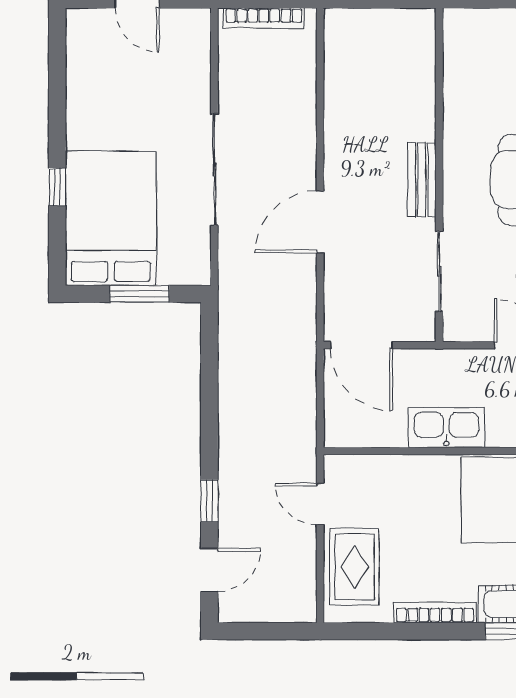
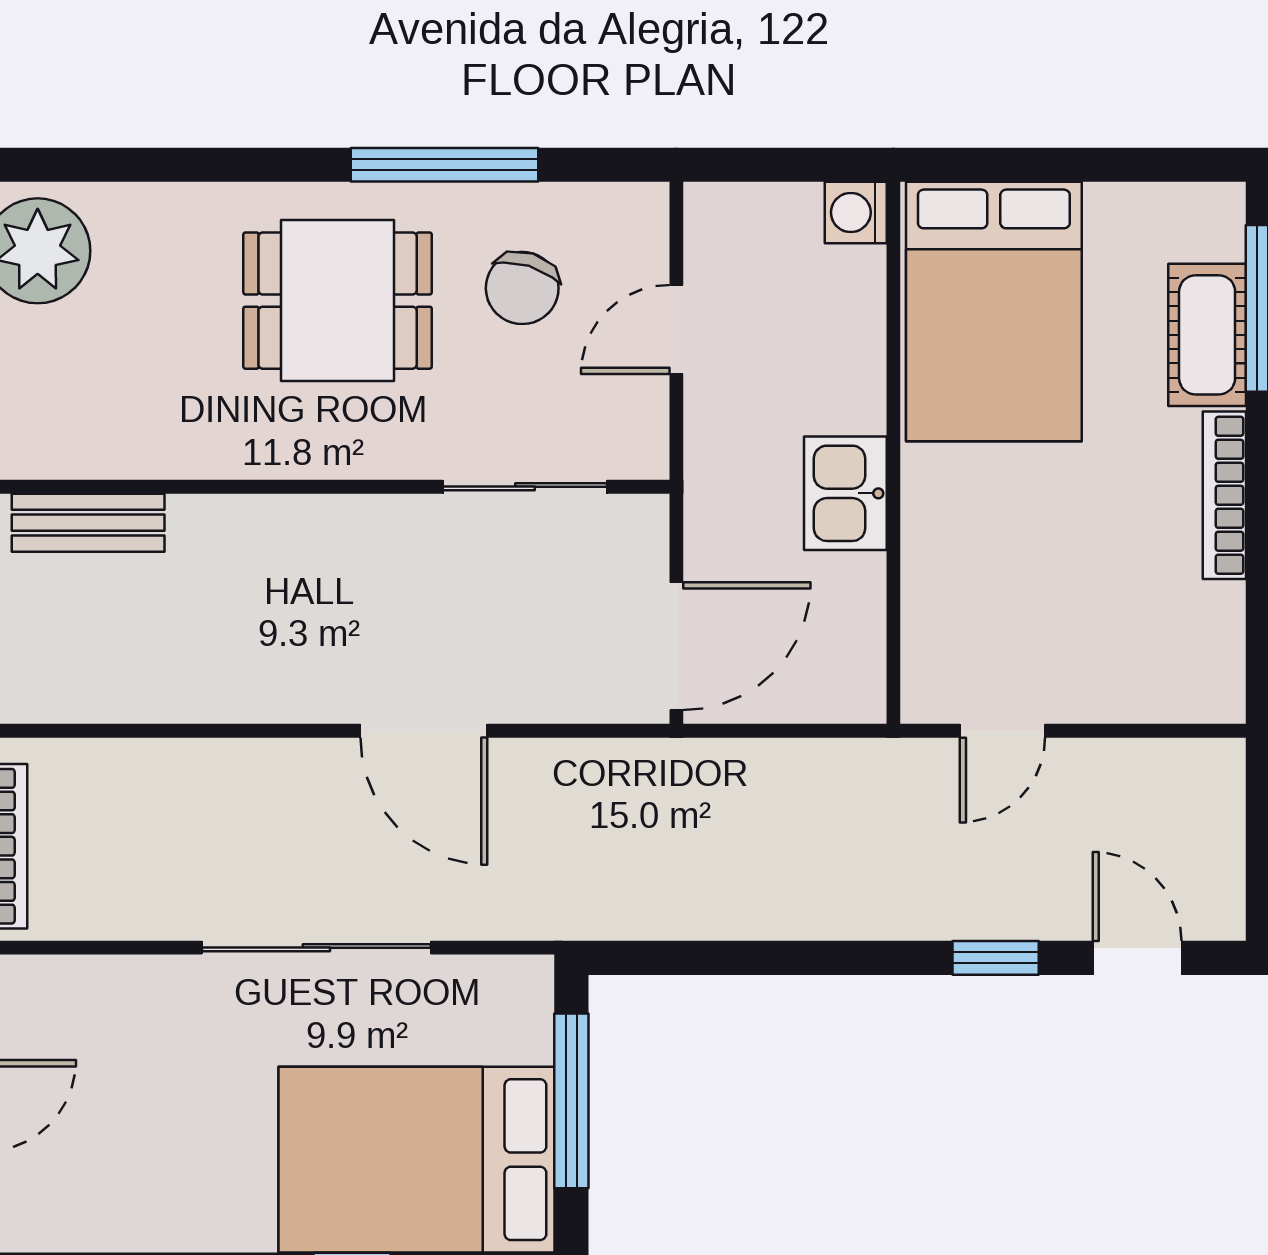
bench: (422, 179) -> (88, 523), moved
window: (140, 294) -> (571, 1101), width x1.44
kitchen sink: (446, 428) -> (845, 493), width x0.73
rug: (355, 567) -> (1131, 660), removed

